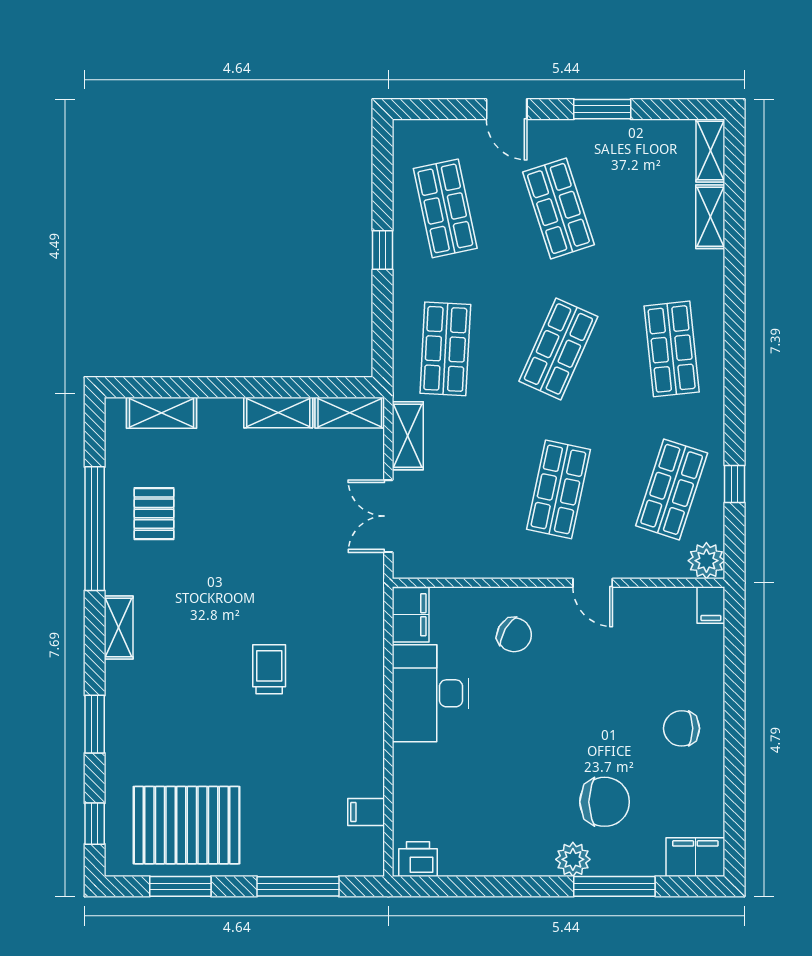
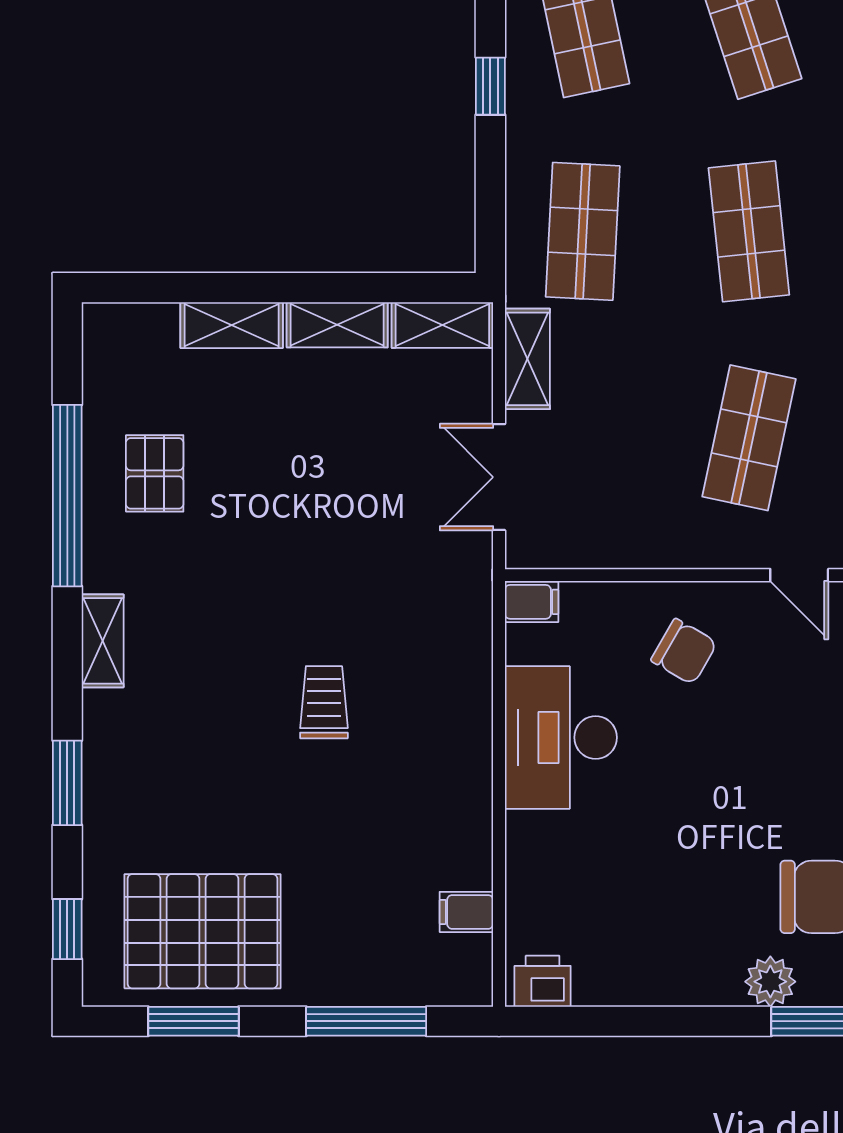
shop shelf: (558, 349) -> (749, 231), turned -30
shelving: (162, 413) -> (232, 325), moved
filing cabinet: (411, 615) -> (532, 602), width x0.50

